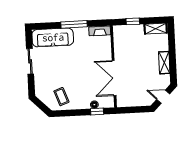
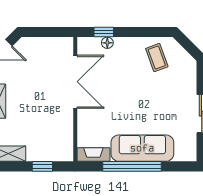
window: (74, 24) -> (132, 166), width x1.46
sofa: (53, 37) -> (142, 148), moved

